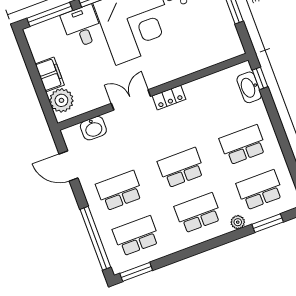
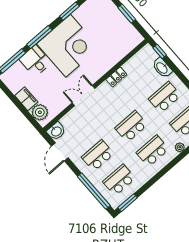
washbasin: (249, 87) -> (162, 68), moved
locker: (169, 98) -> (116, 77), moved
washbasin: (93, 128) -> (56, 131), moved
door: (68, 166) -> (60, 152), hinge flipped

